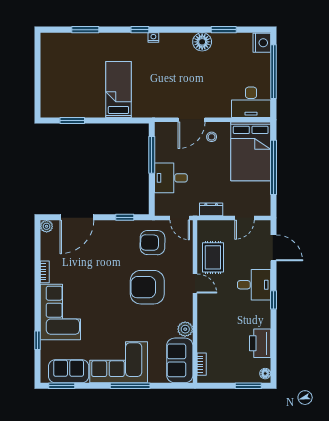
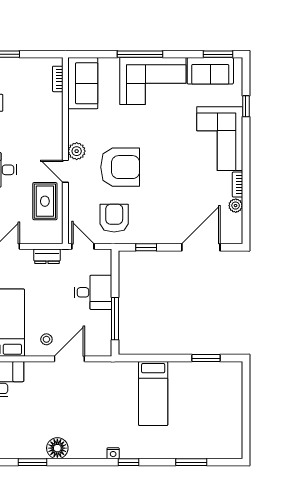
plant: (47, 226) -> (236, 206), moved
armchair: (152, 243) -> (114, 218), turned -91
plant: (185, 329) -> (77, 151), moved

